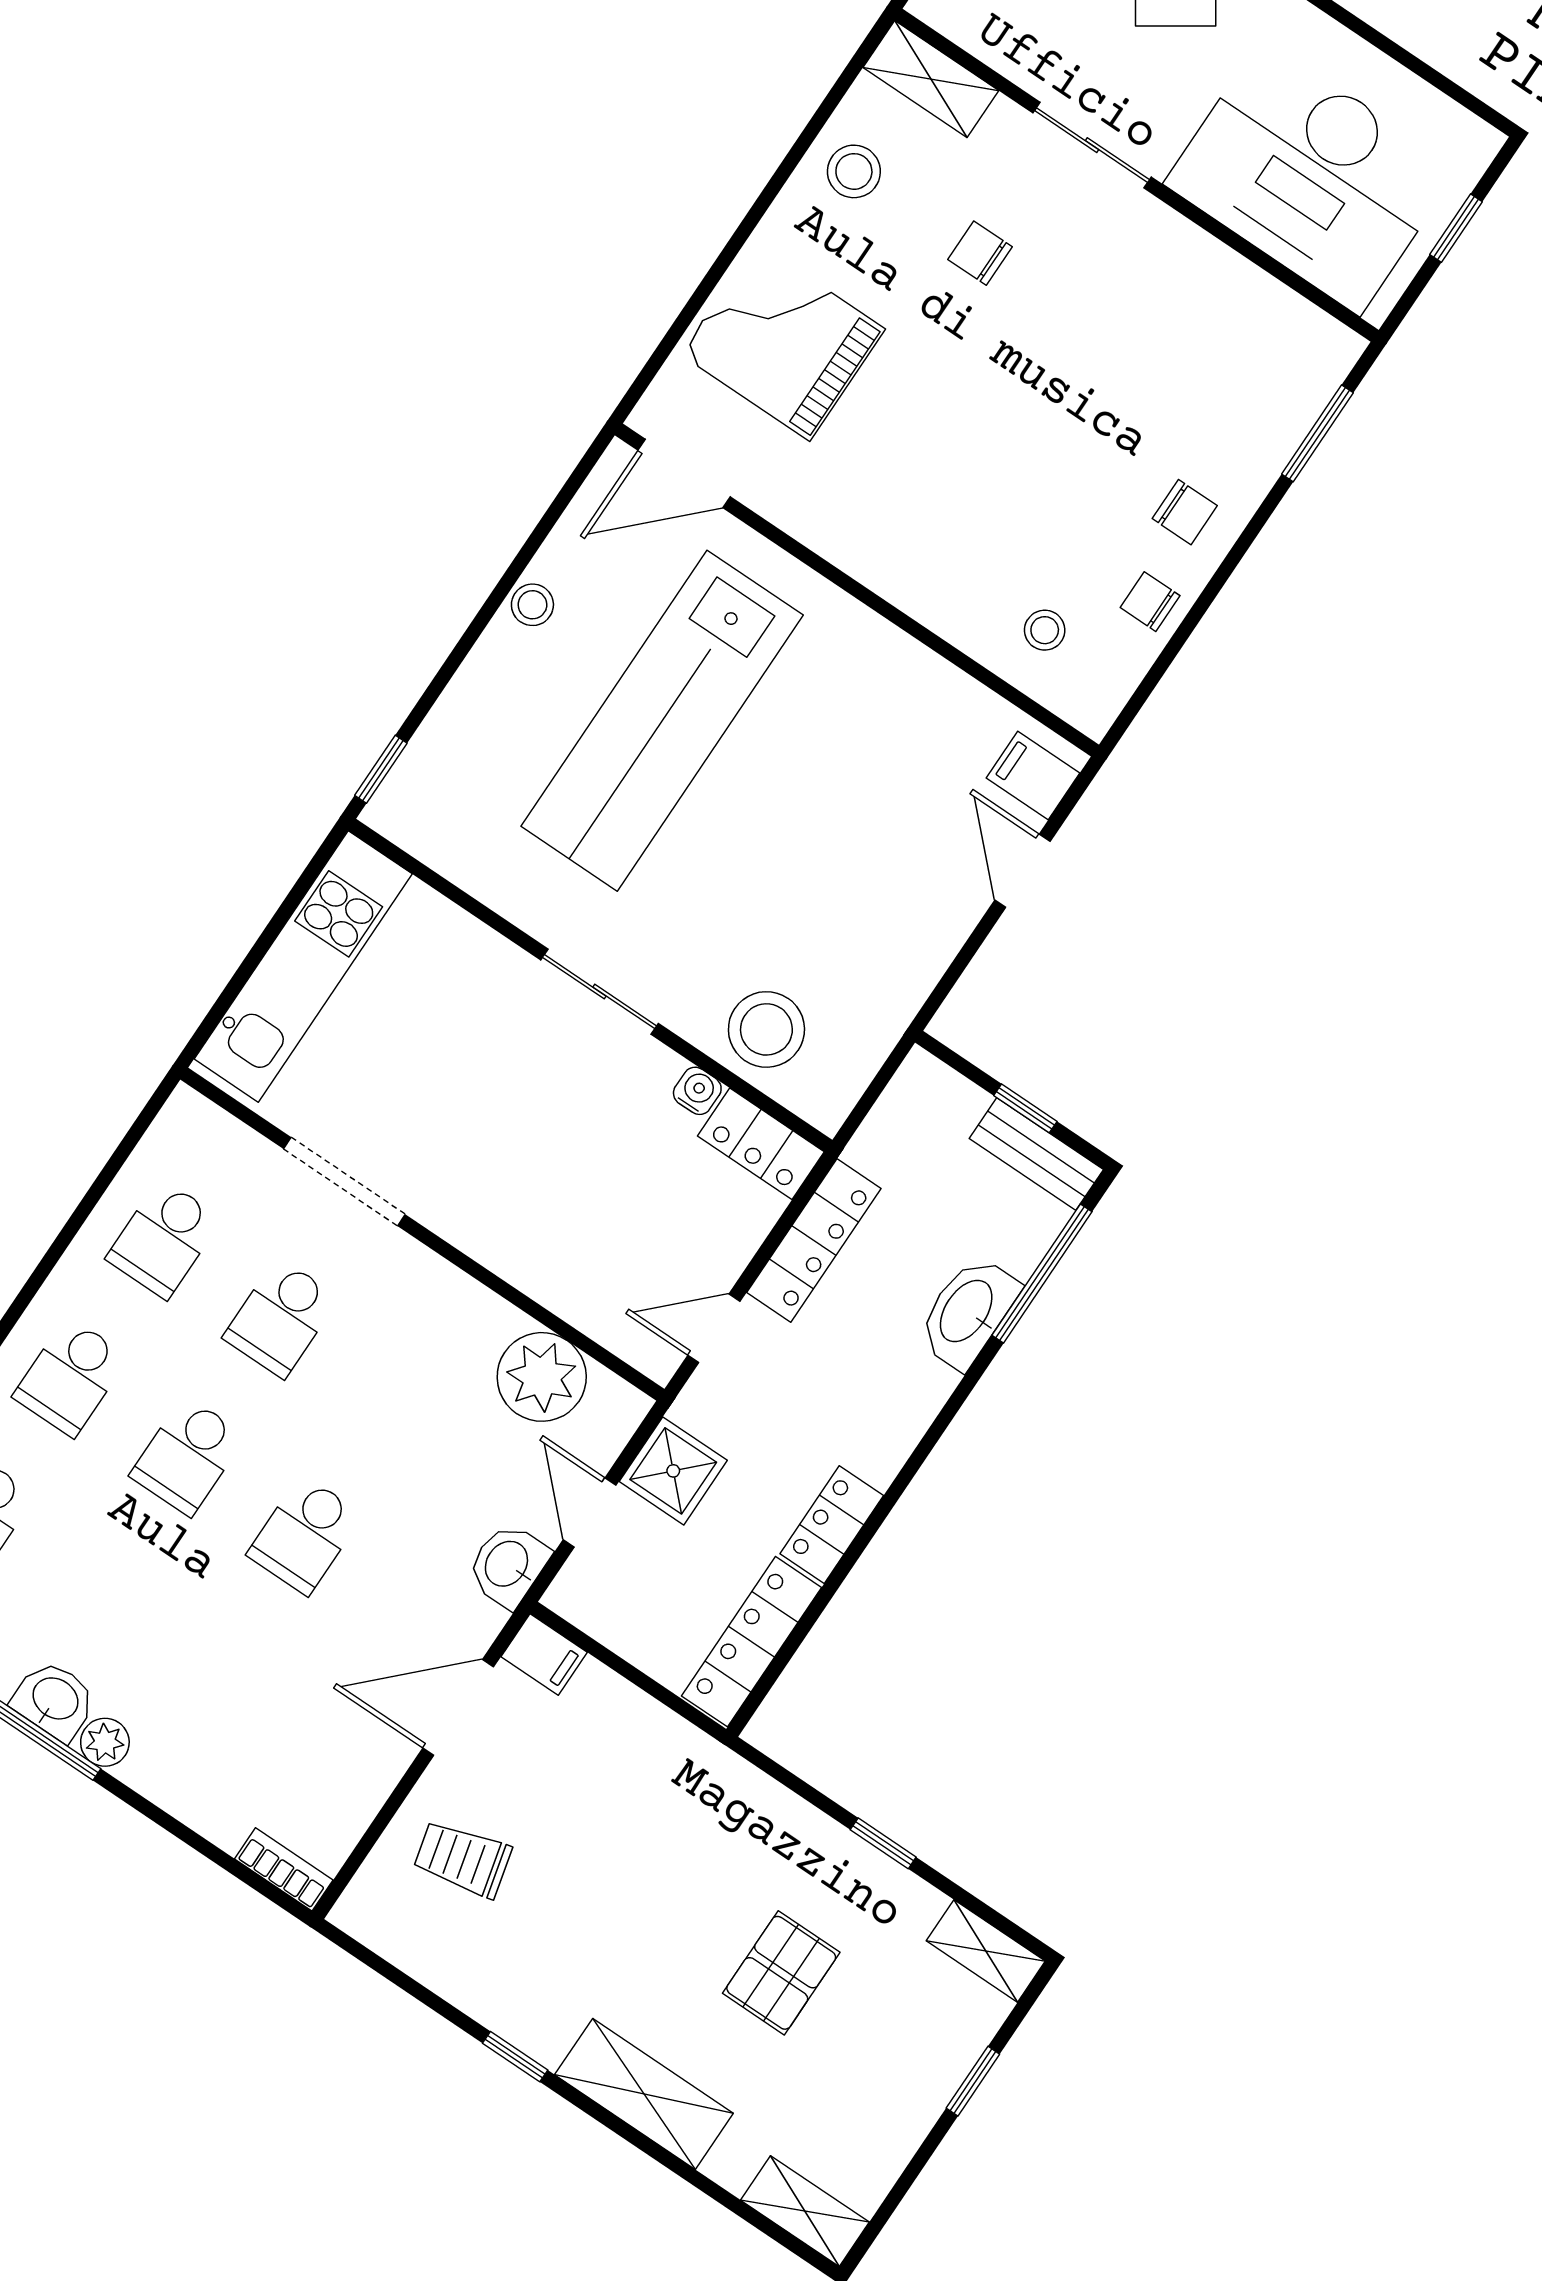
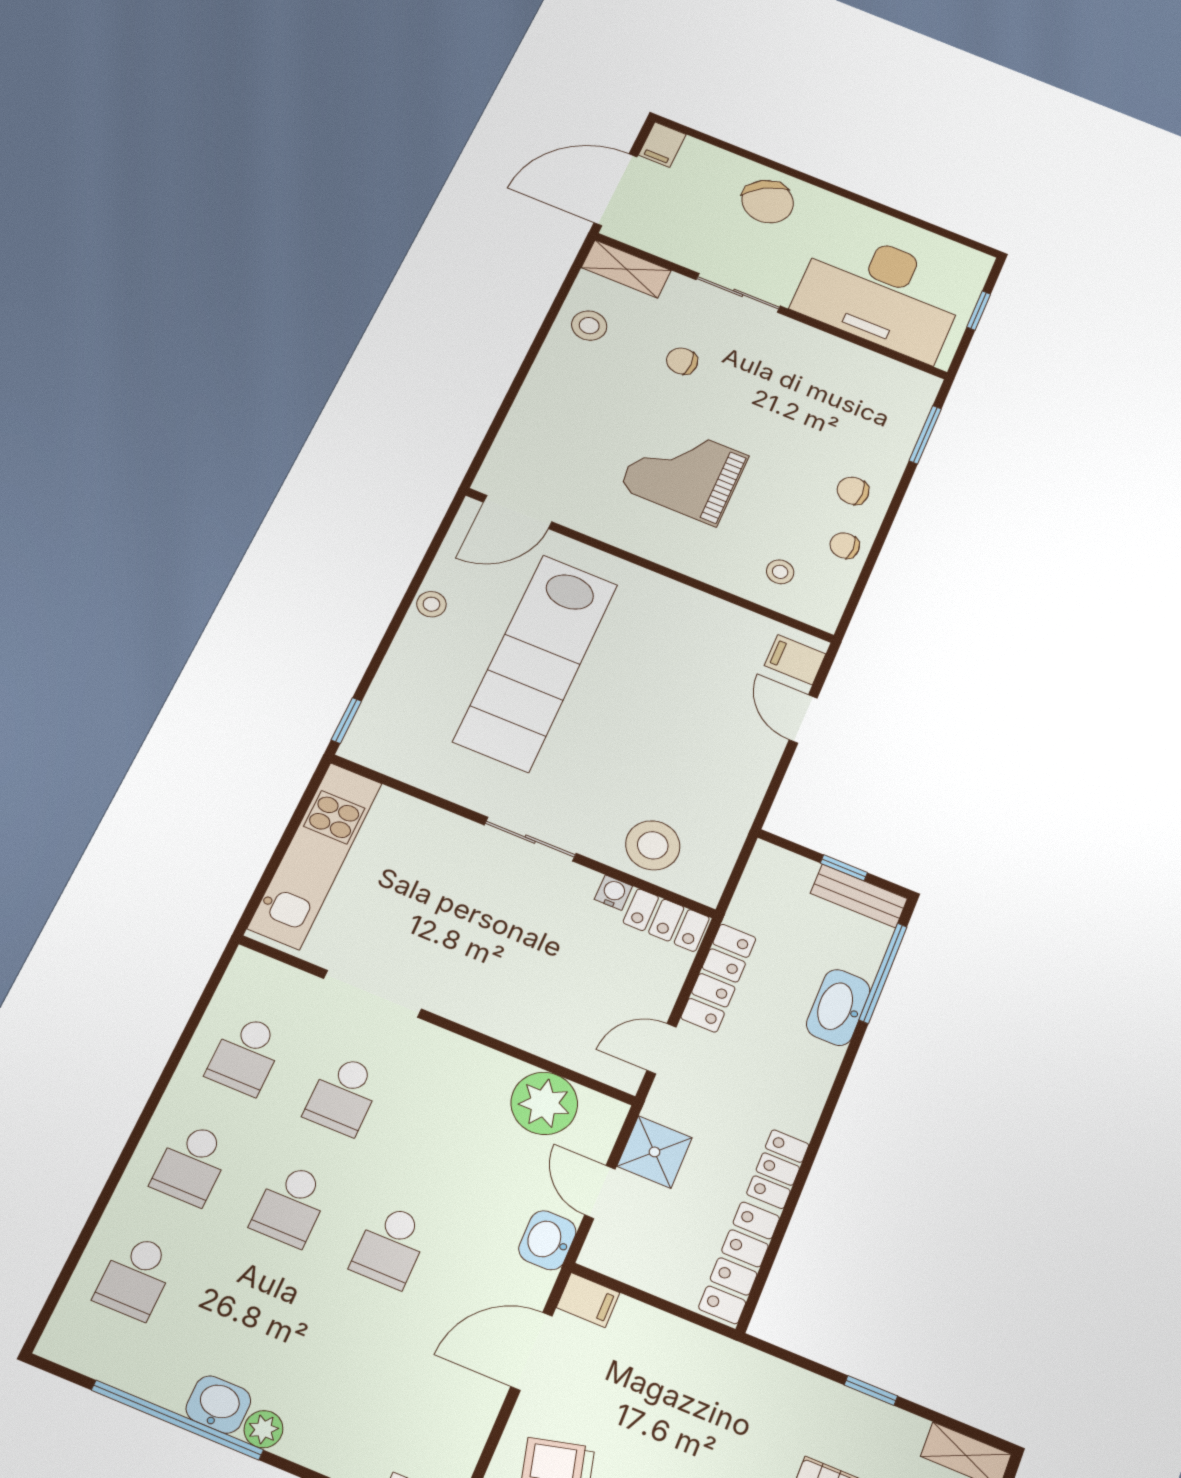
grand piano: (783, 342) -> (684, 472), moved
chair: (1185, 512) -> (853, 491), turned 180

